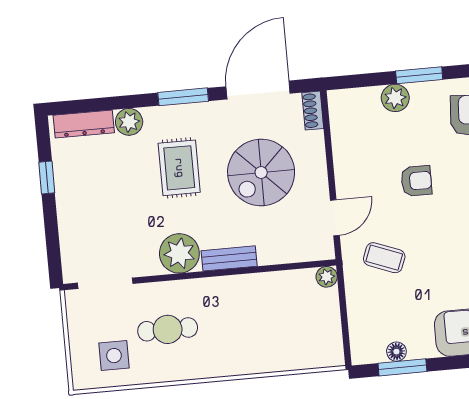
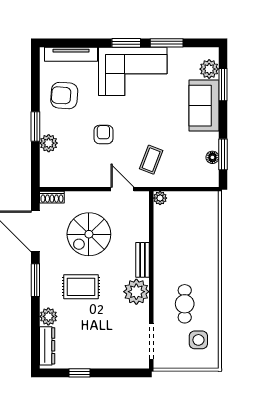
spiral stairs: (261, 172) -> (89, 234), turned 90

